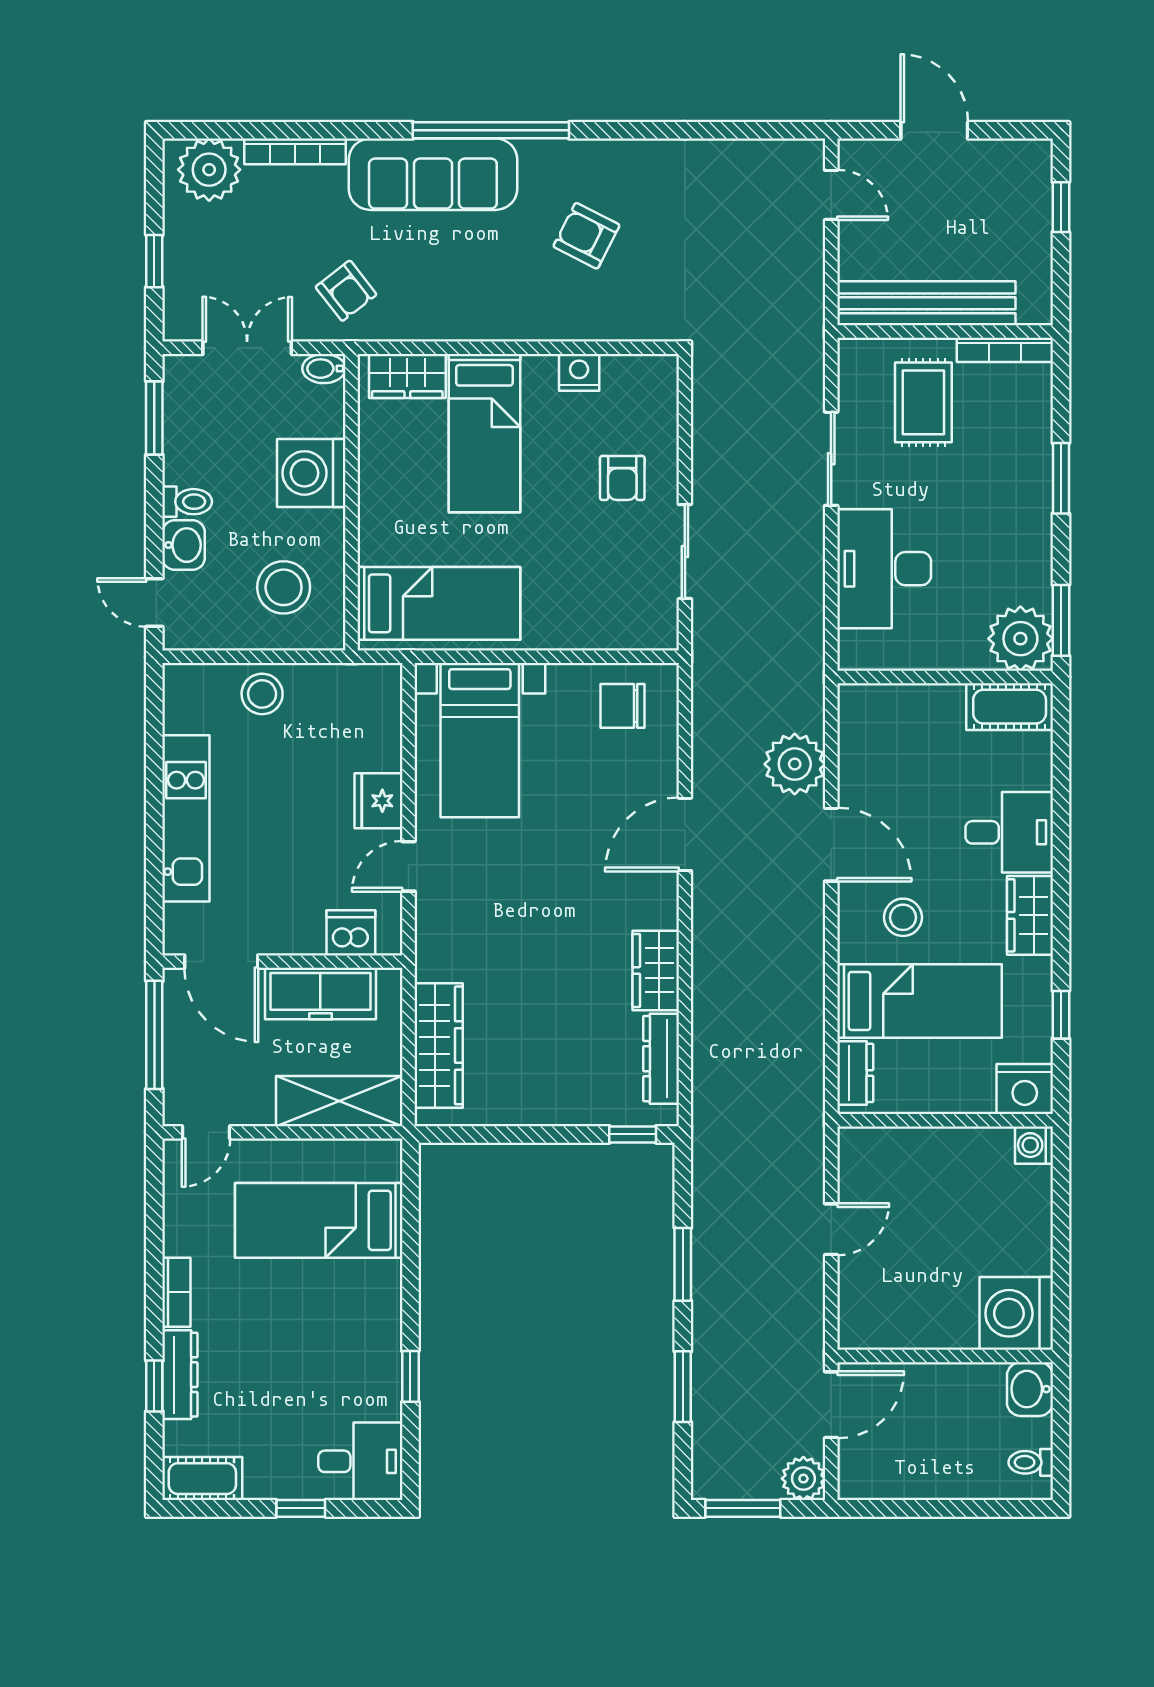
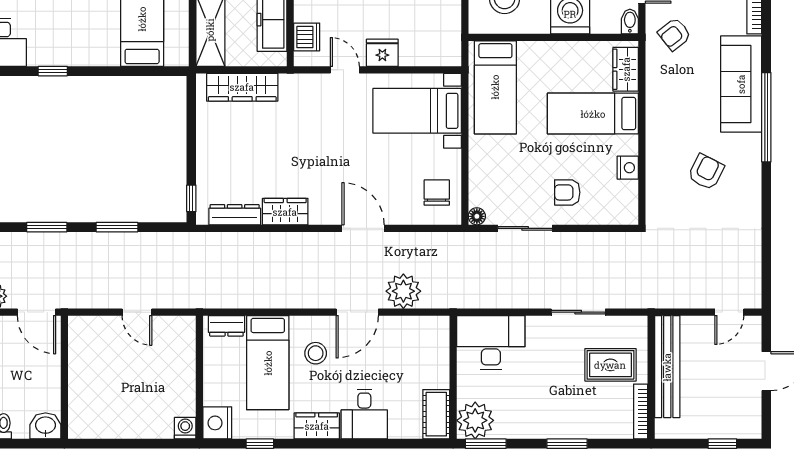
desk: (884, 569) -> (491, 342), moved
floor lamp: (664, 636) -> (477, 216), added
washing machine: (1016, 1313) -> (89, 418), removed

